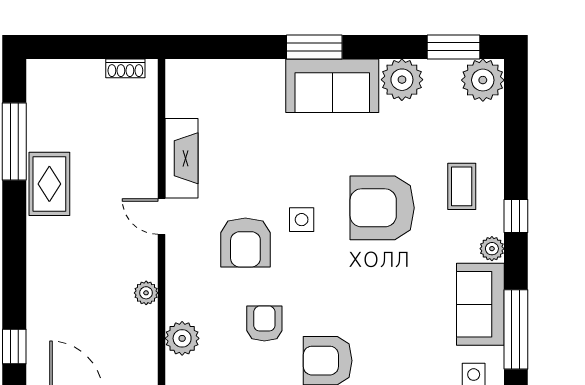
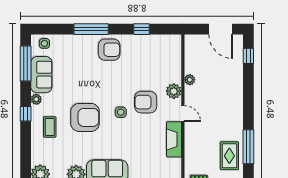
rug: (49, 184) -> (229, 156), moved
armchair: (245, 242) -> (146, 102), turned -90
armchair: (264, 323) -> (137, 66), removed
plant: (182, 338) -> (174, 91), moved

